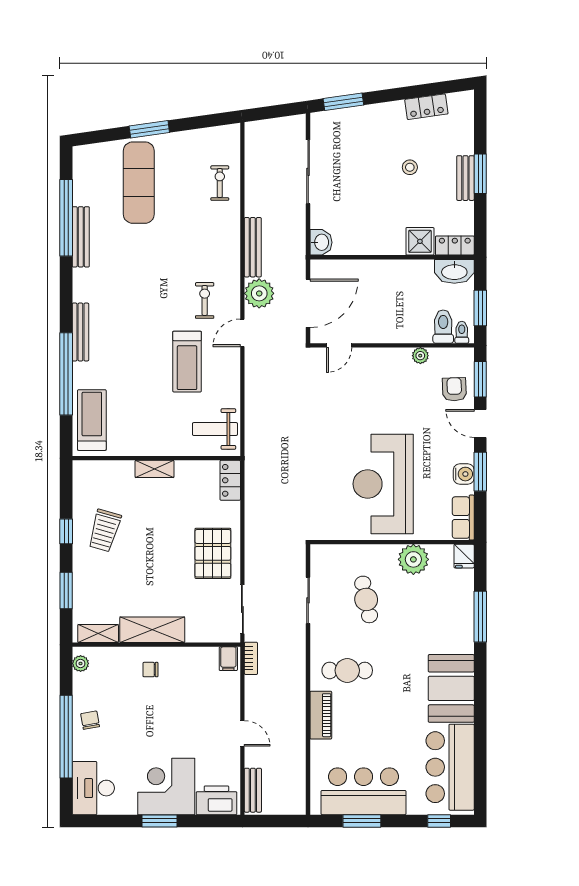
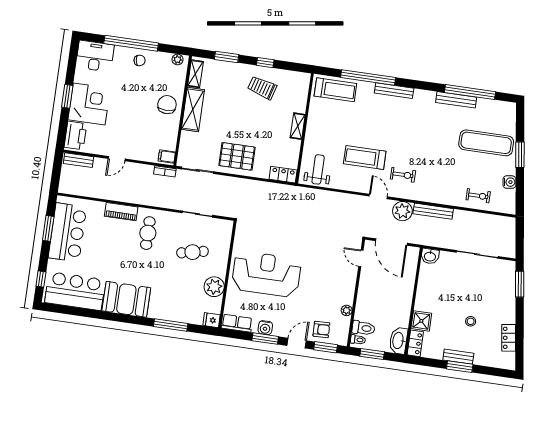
water cooler: (193, 139) -> (509, 182), added
chair: (150, 670) -> (167, 105), width x1.87, depth x1.87

